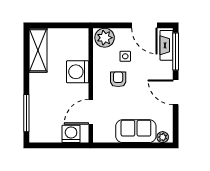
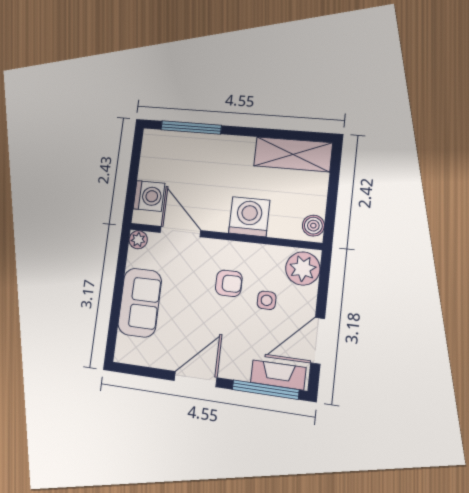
boiler: (79, 34) -> (313, 226), added
plant: (163, 137) -> (138, 240), moved

